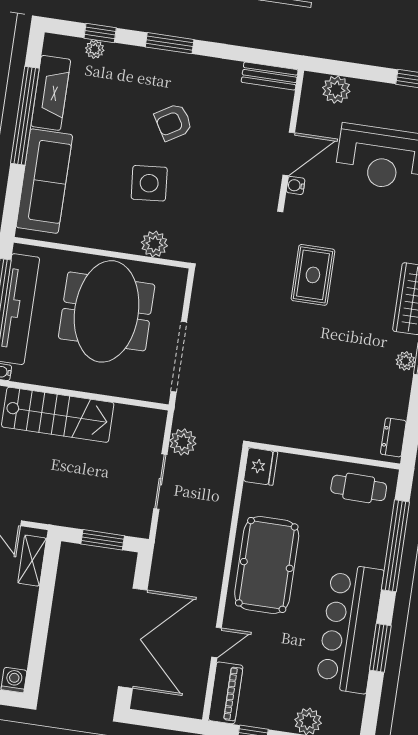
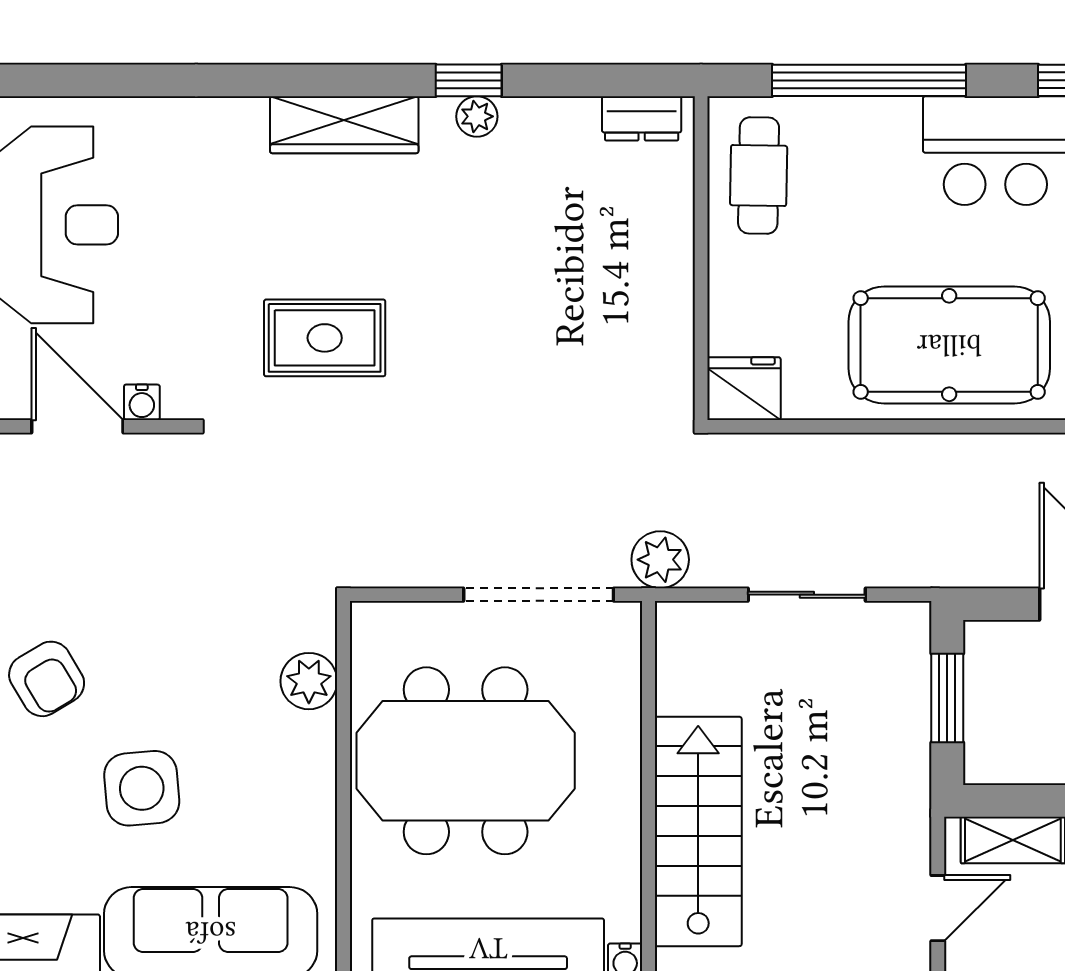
side table: (149, 183) -> (142, 788), moved
plant: (183, 442) -> (660, 560), moved

